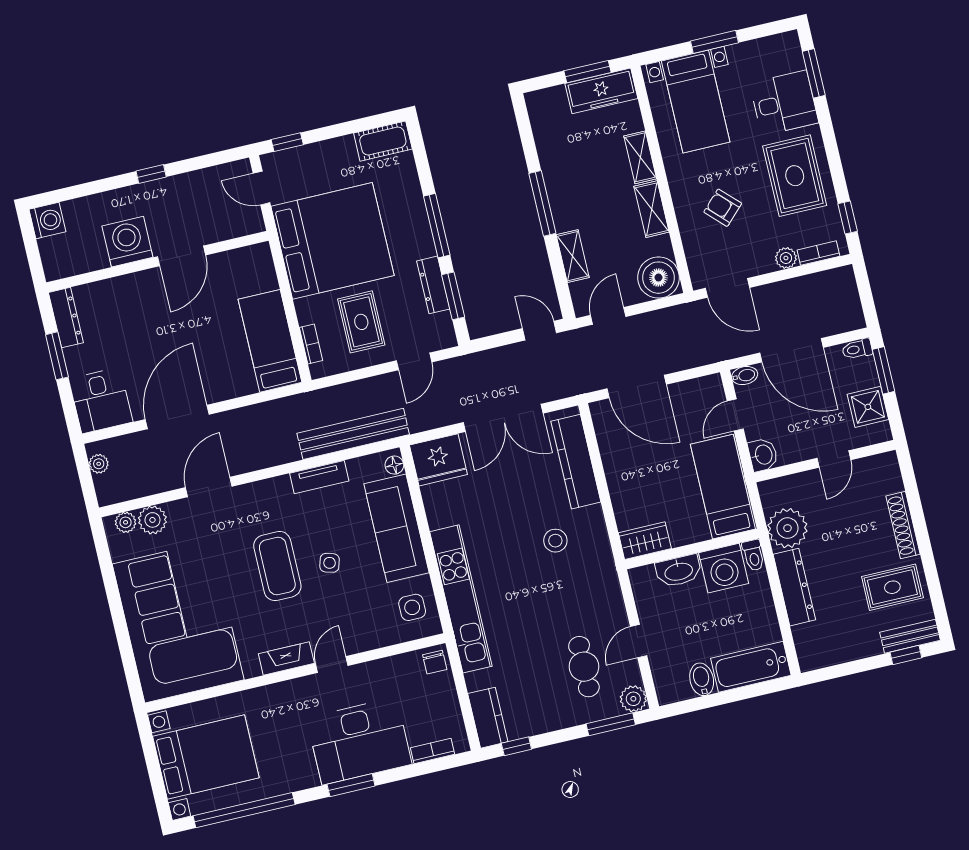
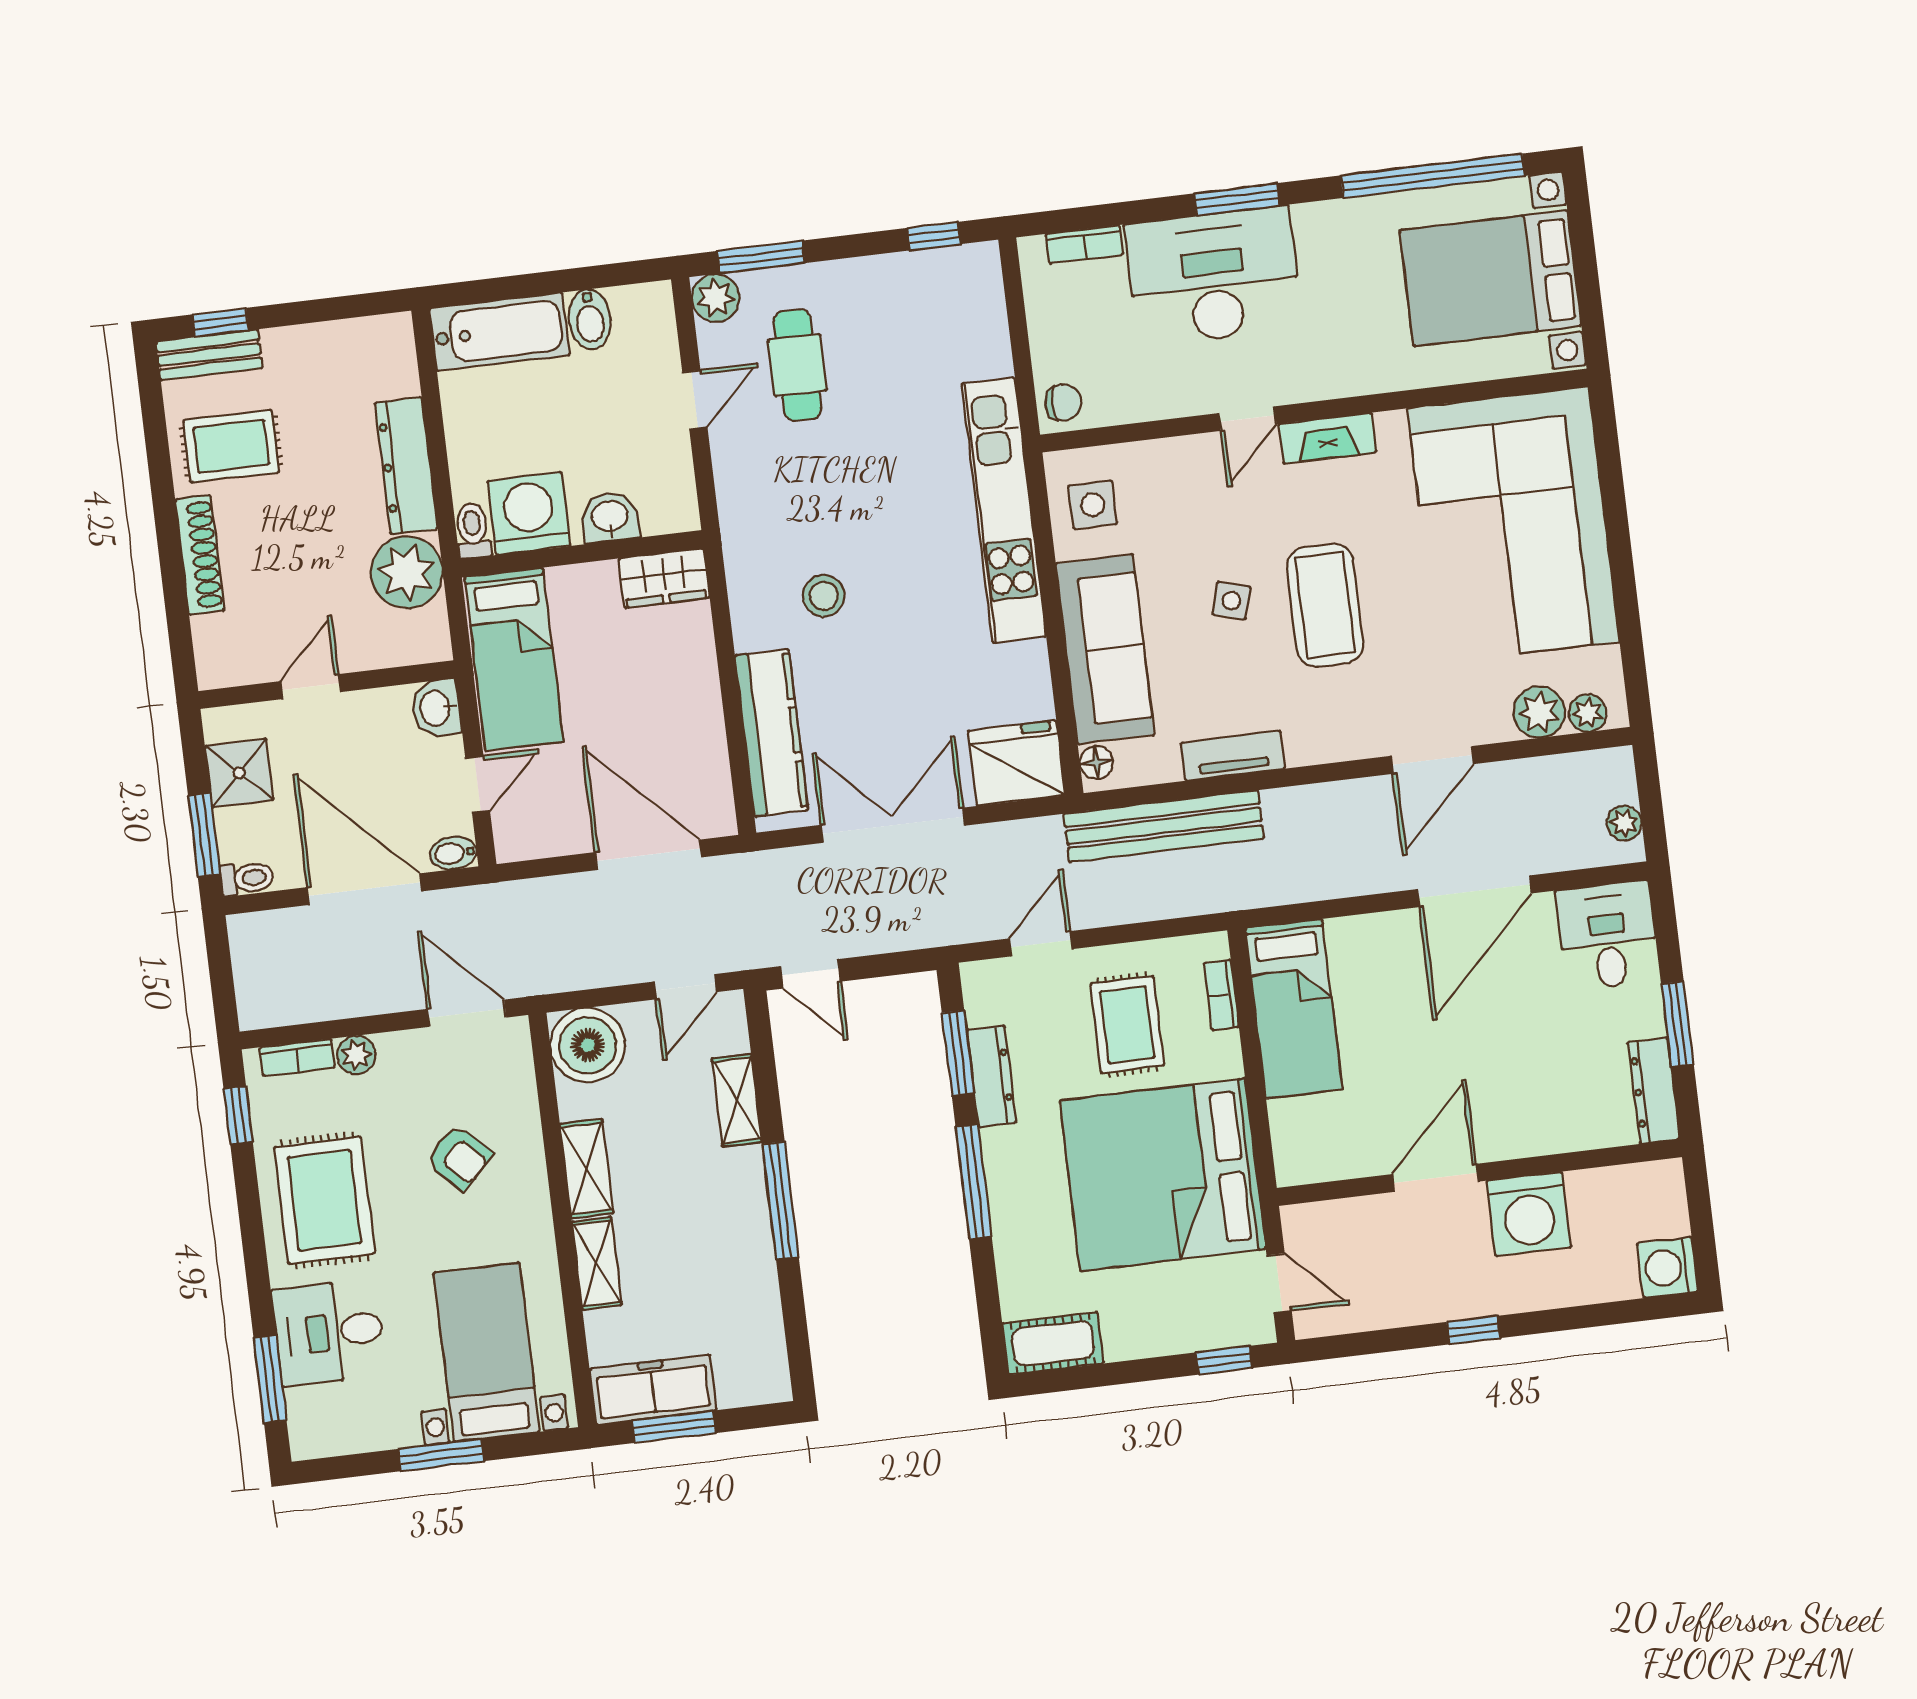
washbasin: (678, 571) -> (610, 517), width x0.72
chair: (435, 662) -> (1063, 403), turned 90
kitchen counter: (488, 718) -> (979, 293), removed

